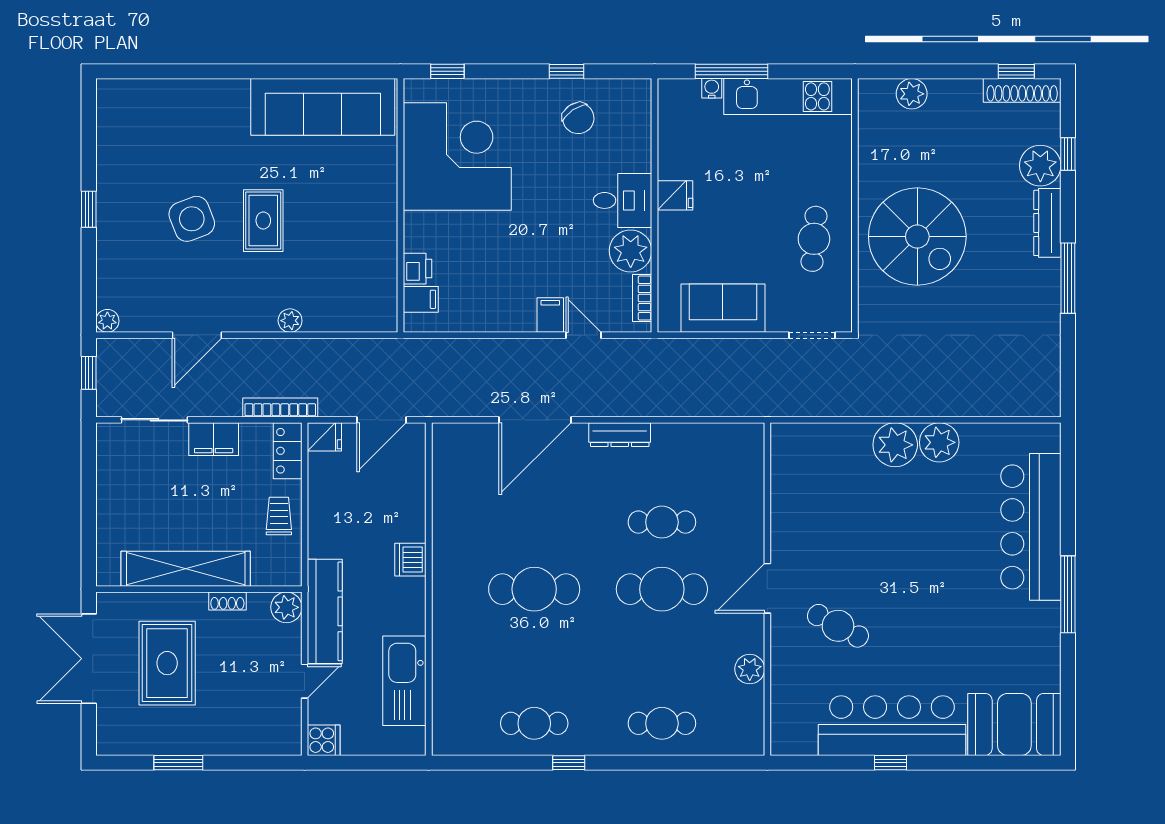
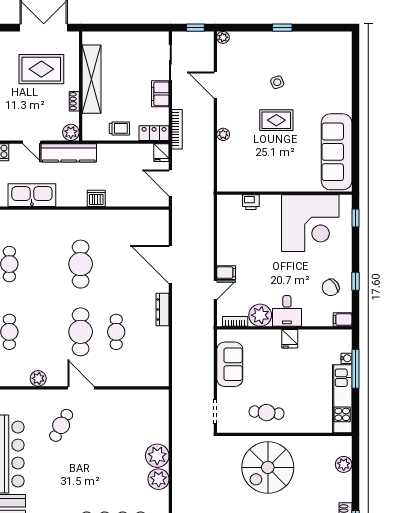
side table: (192, 219) -> (277, 82), width x0.54, depth x0.54
filing cabinet: (421, 299) -> (343, 319), moved, turned 90

